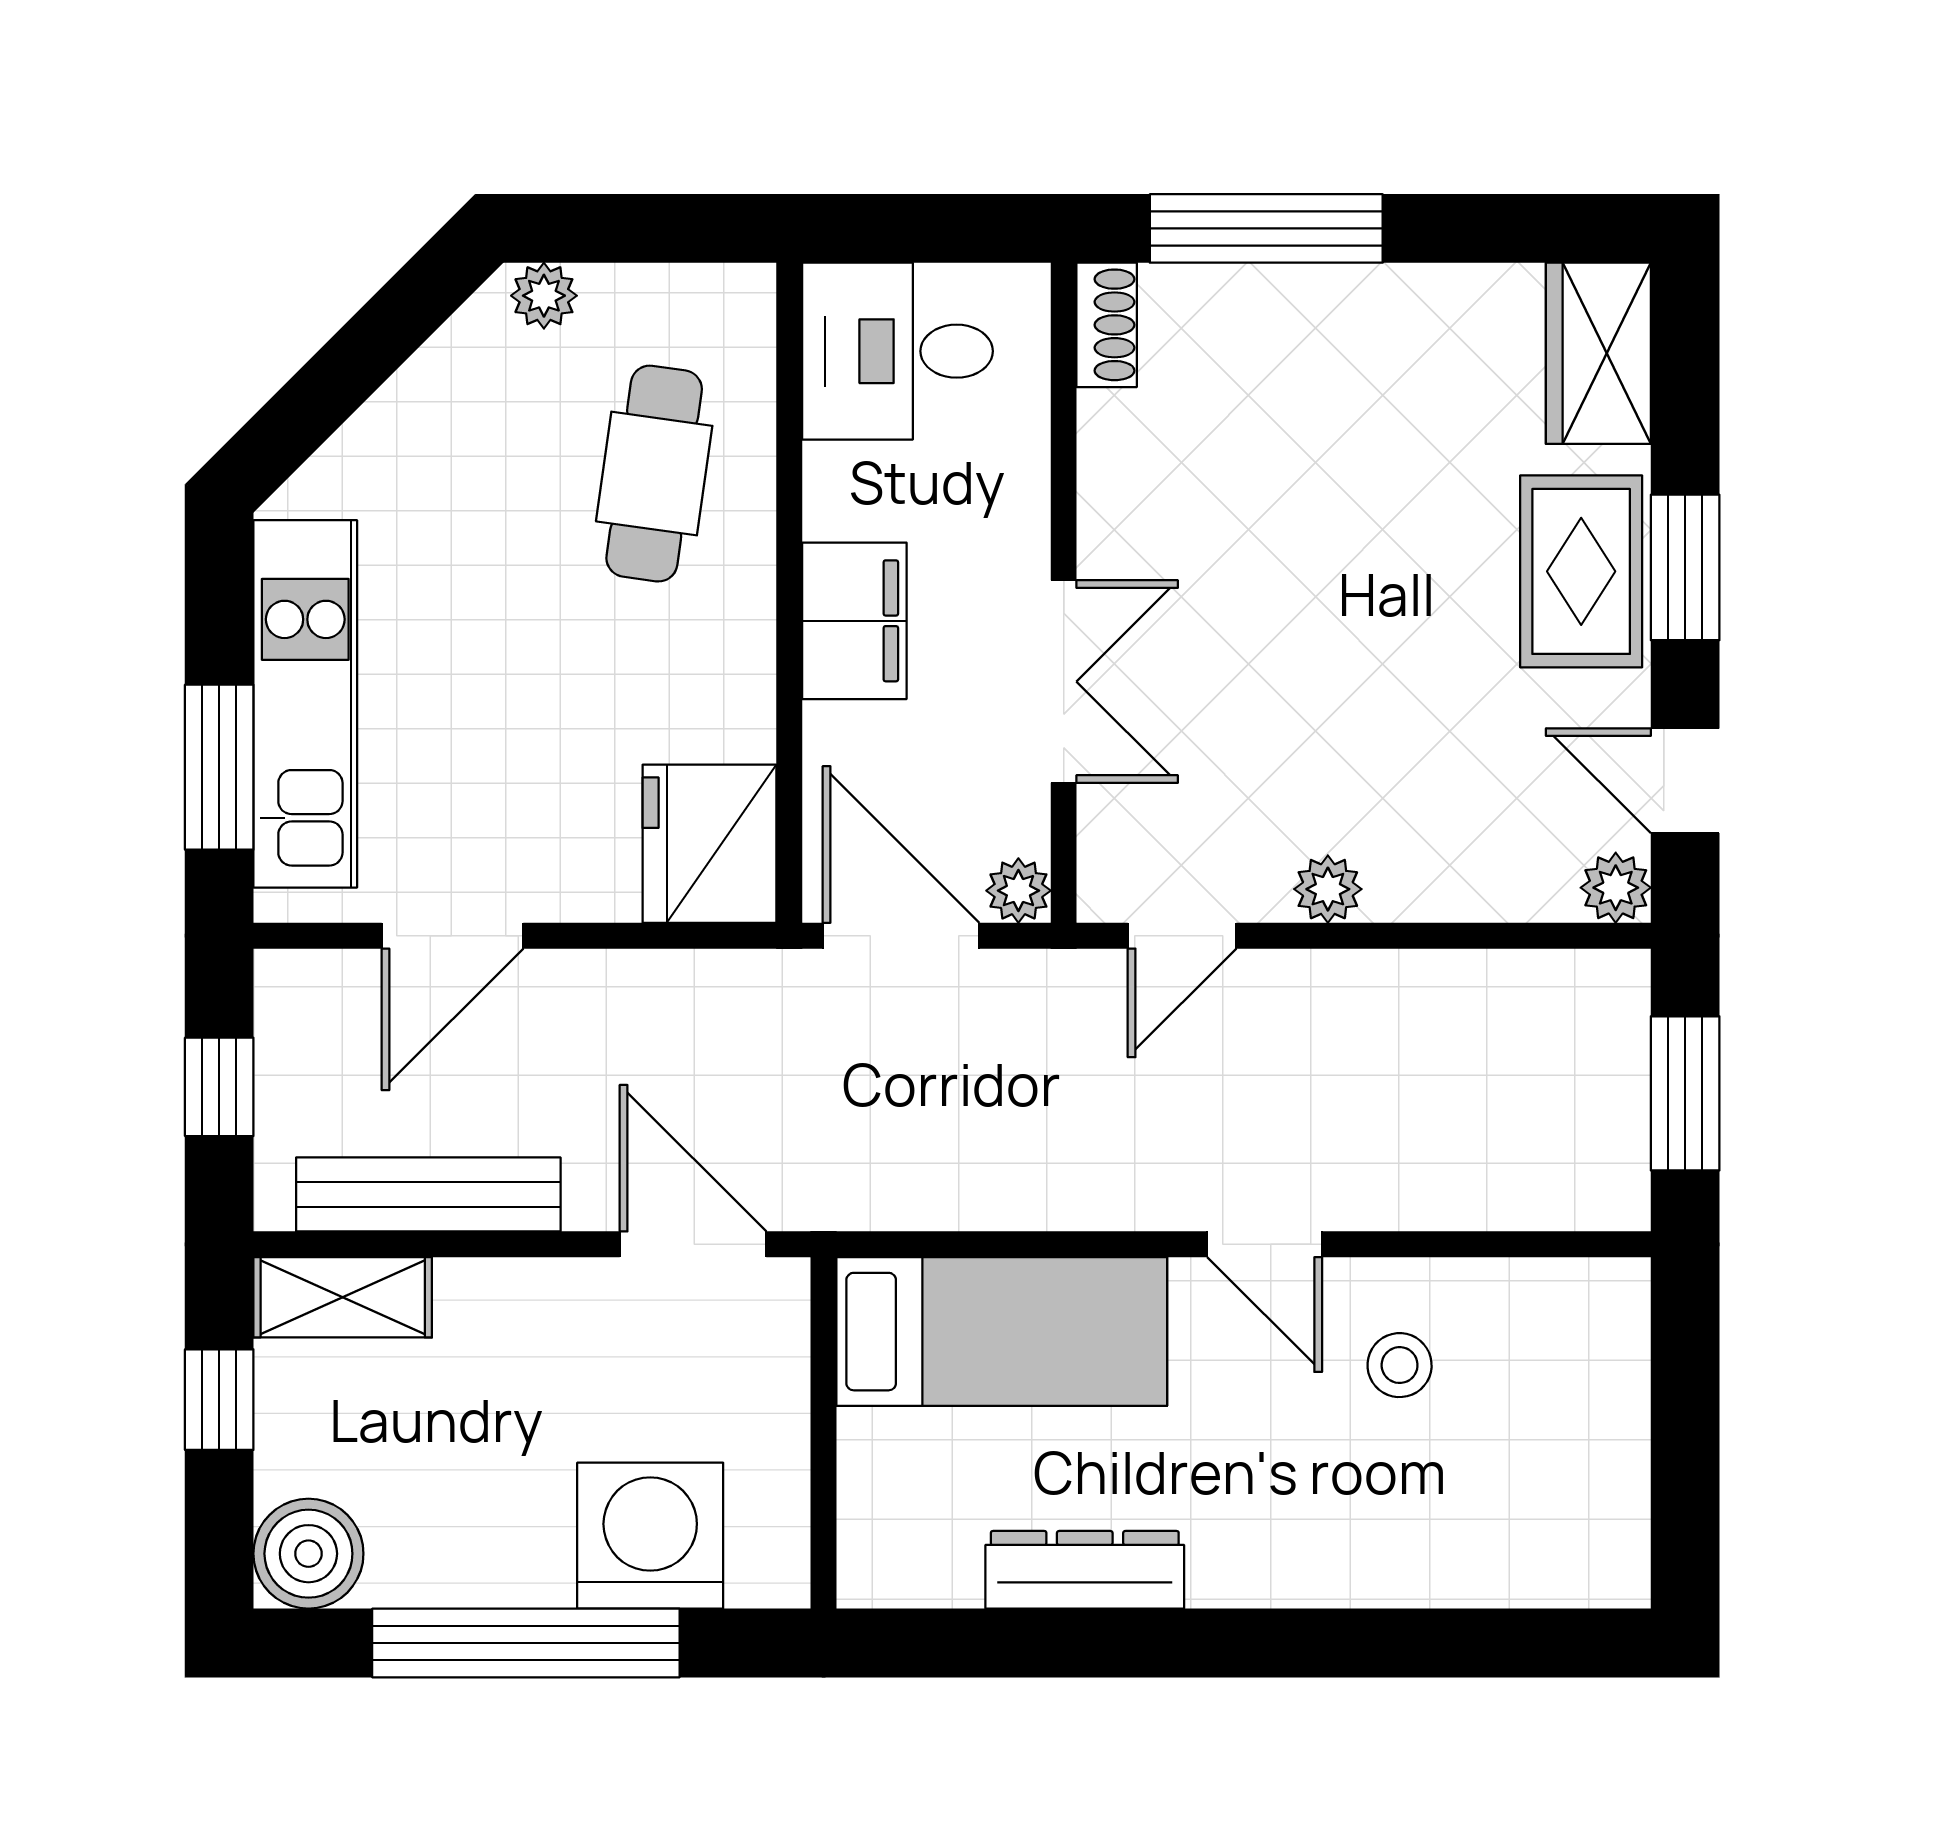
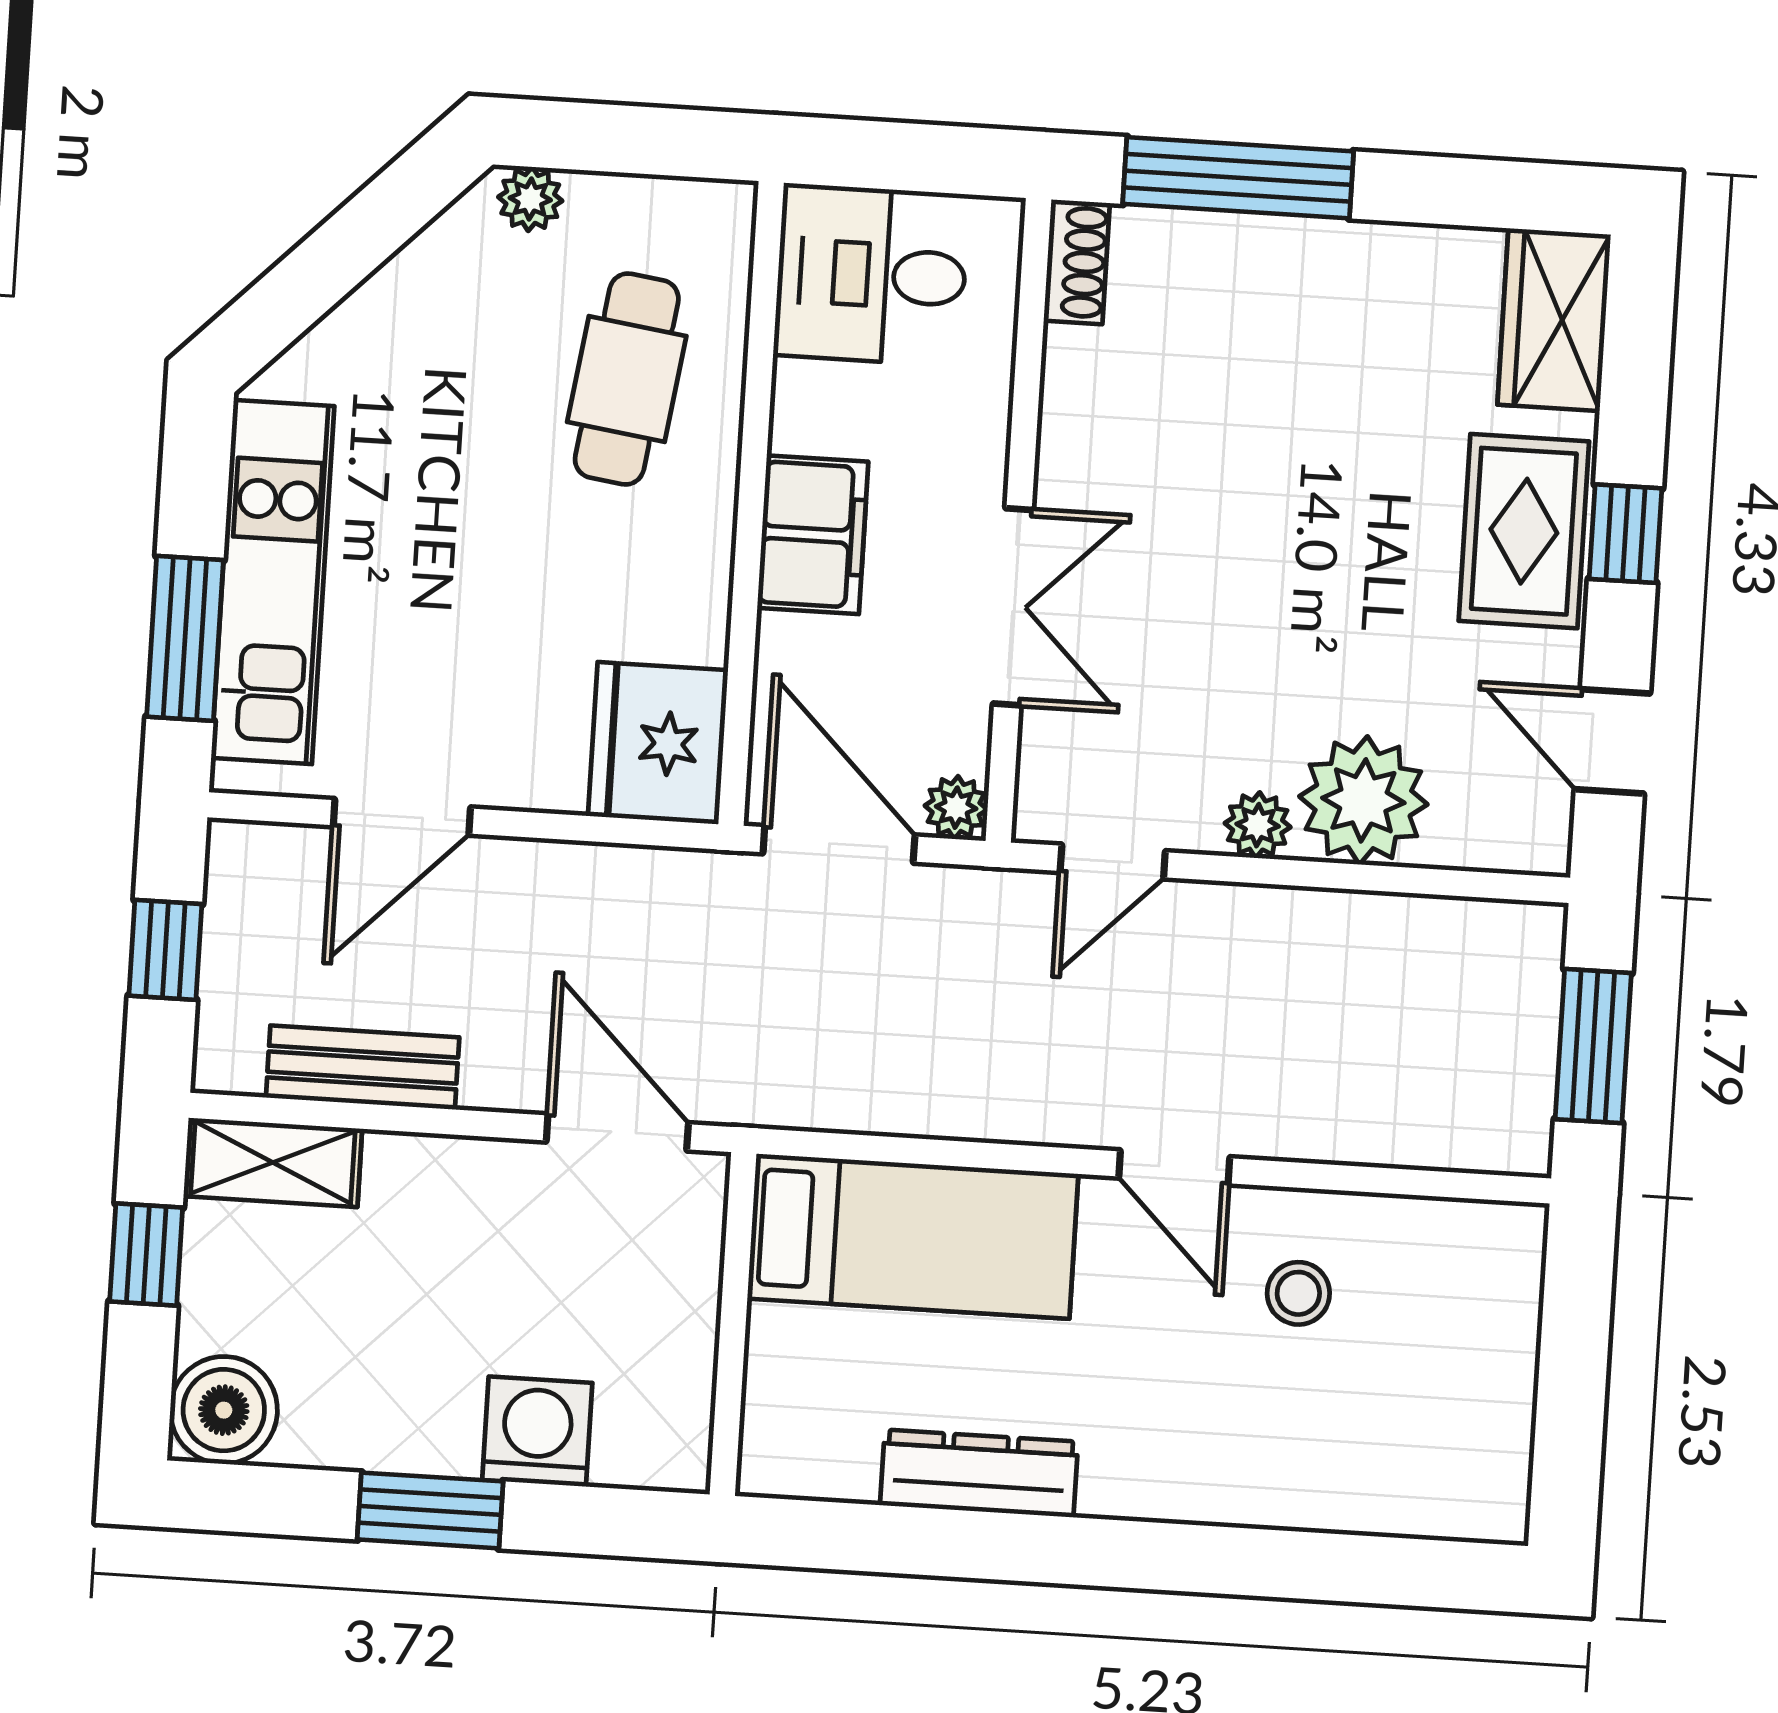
window: (1685, 567) -> (1625, 534), width x0.67
plant: (1616, 888) -> (1363, 800), moved, width x1.88, depth x1.88
bench: (428, 1194) -> (363, 1067), width x0.73
washing machine: (650, 1536) -> (537, 1432), width x0.73, depth x0.73
window: (526, 1643) -> (430, 1510), width x0.47

